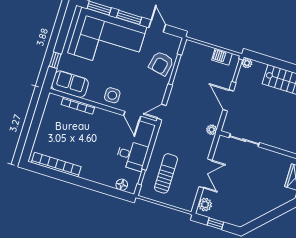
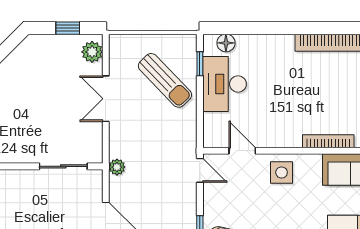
door: (162, 112) -> (200, 170), hinge flipped
desk: (132, 155) -> (225, 84), width x1.37
sun lounger: (166, 173) -> (165, 80), turned -44

